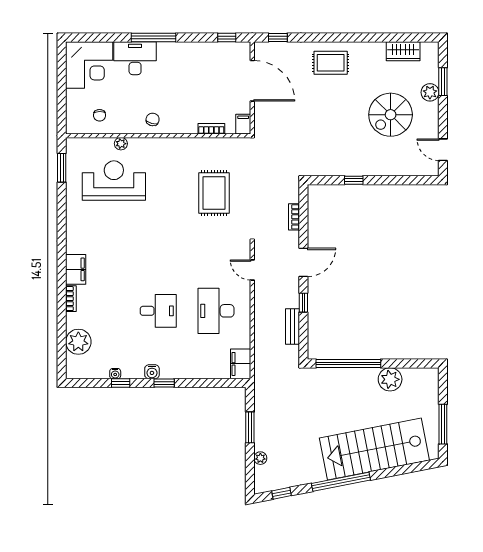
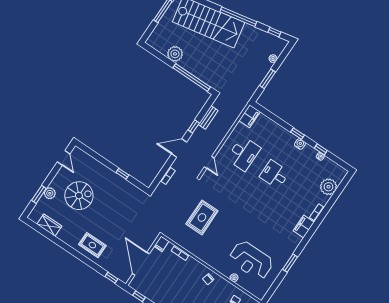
window: (62, 168) -> (290, 263), moved

